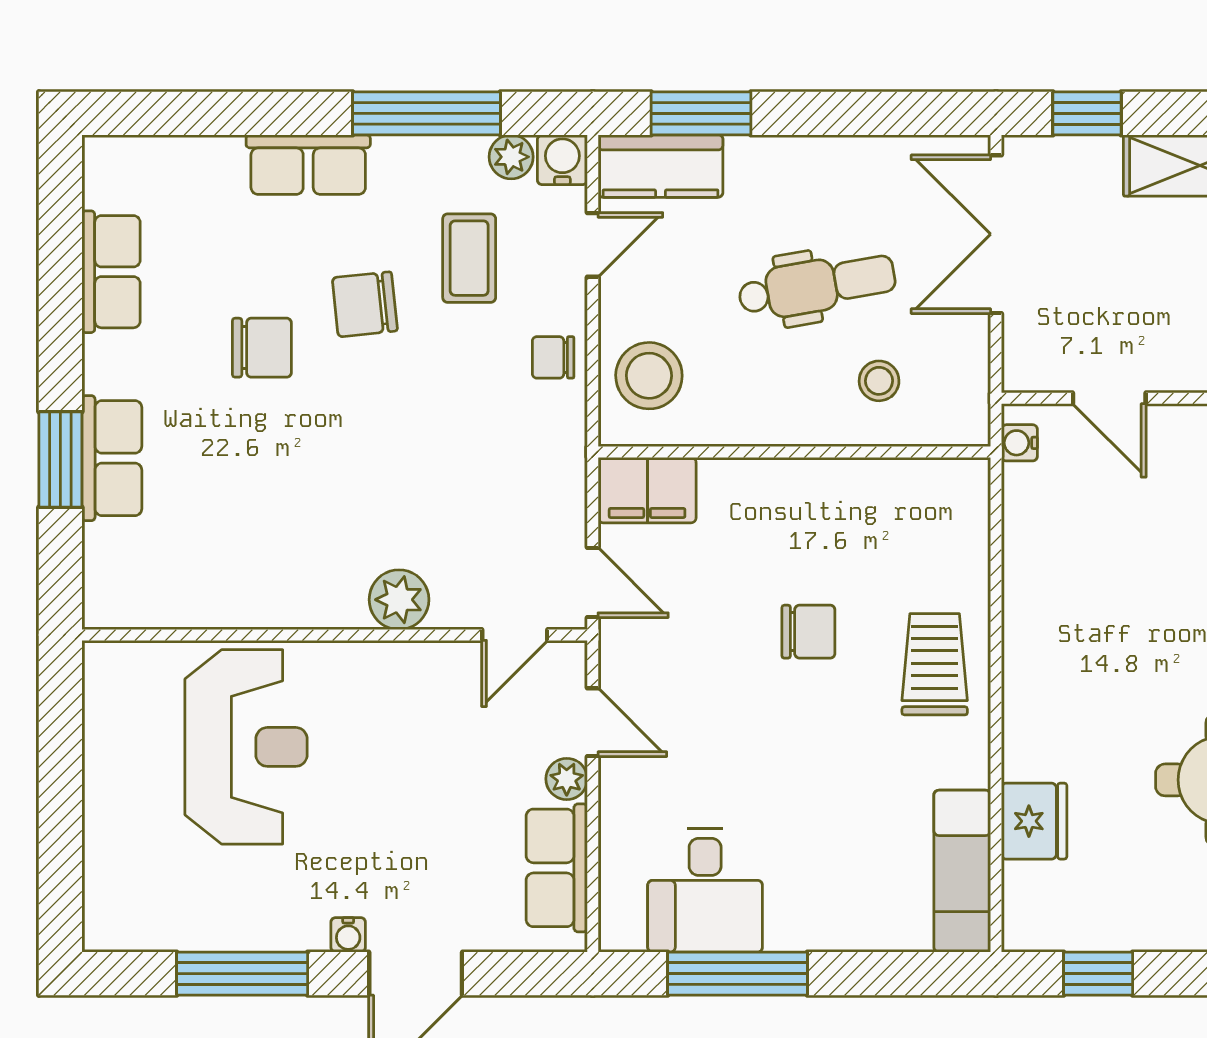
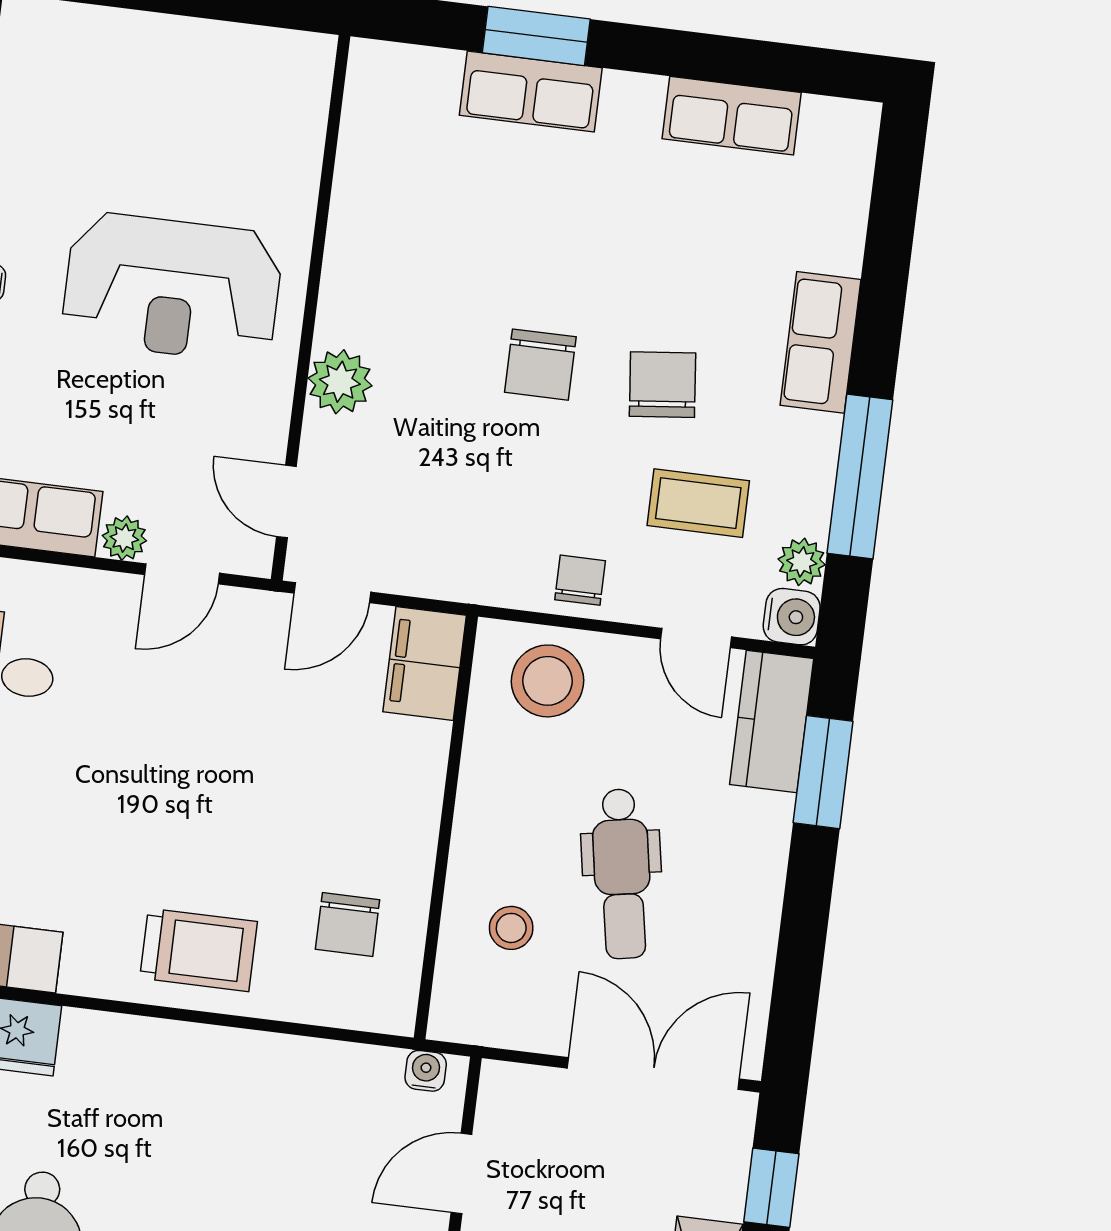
chair: (262, 348) -> (540, 365), moved
chair: (808, 632) -> (348, 925), moved
reception desk: (246, 747) -> (172, 287), moved

